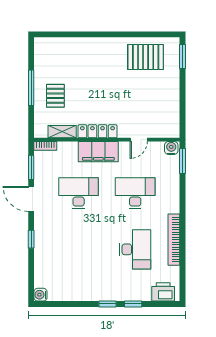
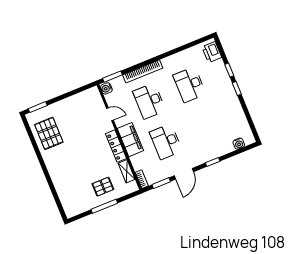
bookcase: (174, 240) -> (143, 71), moved
desk: (135, 249) -> (190, 85), turned -90
water cooler: (40, 295) -> (239, 144), moved

